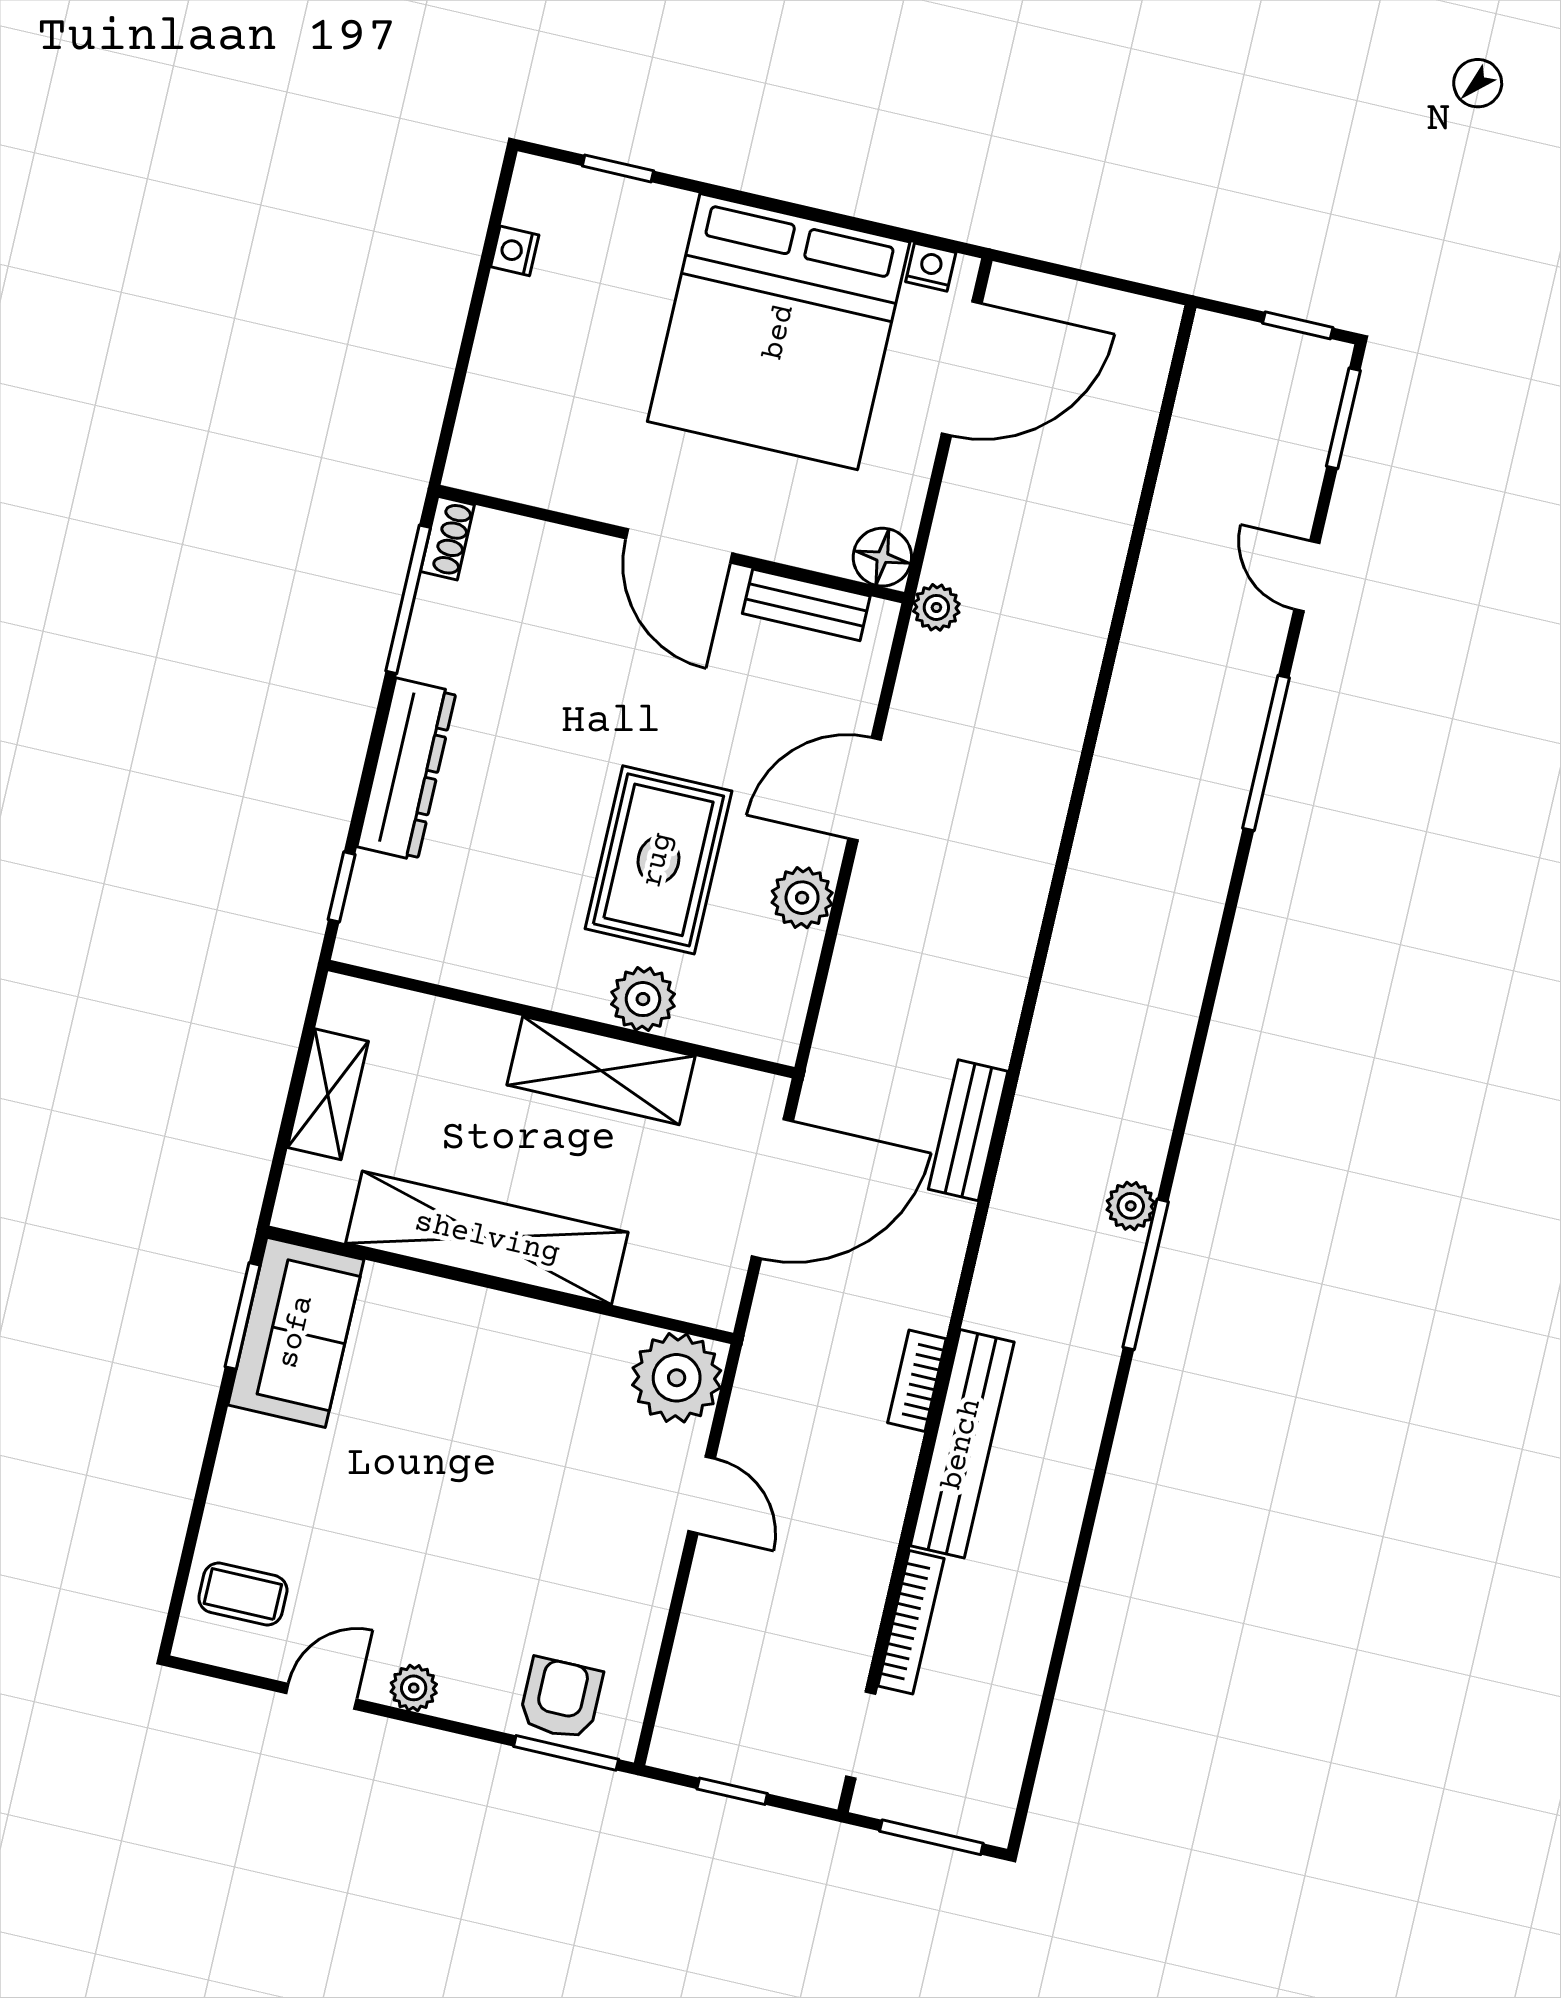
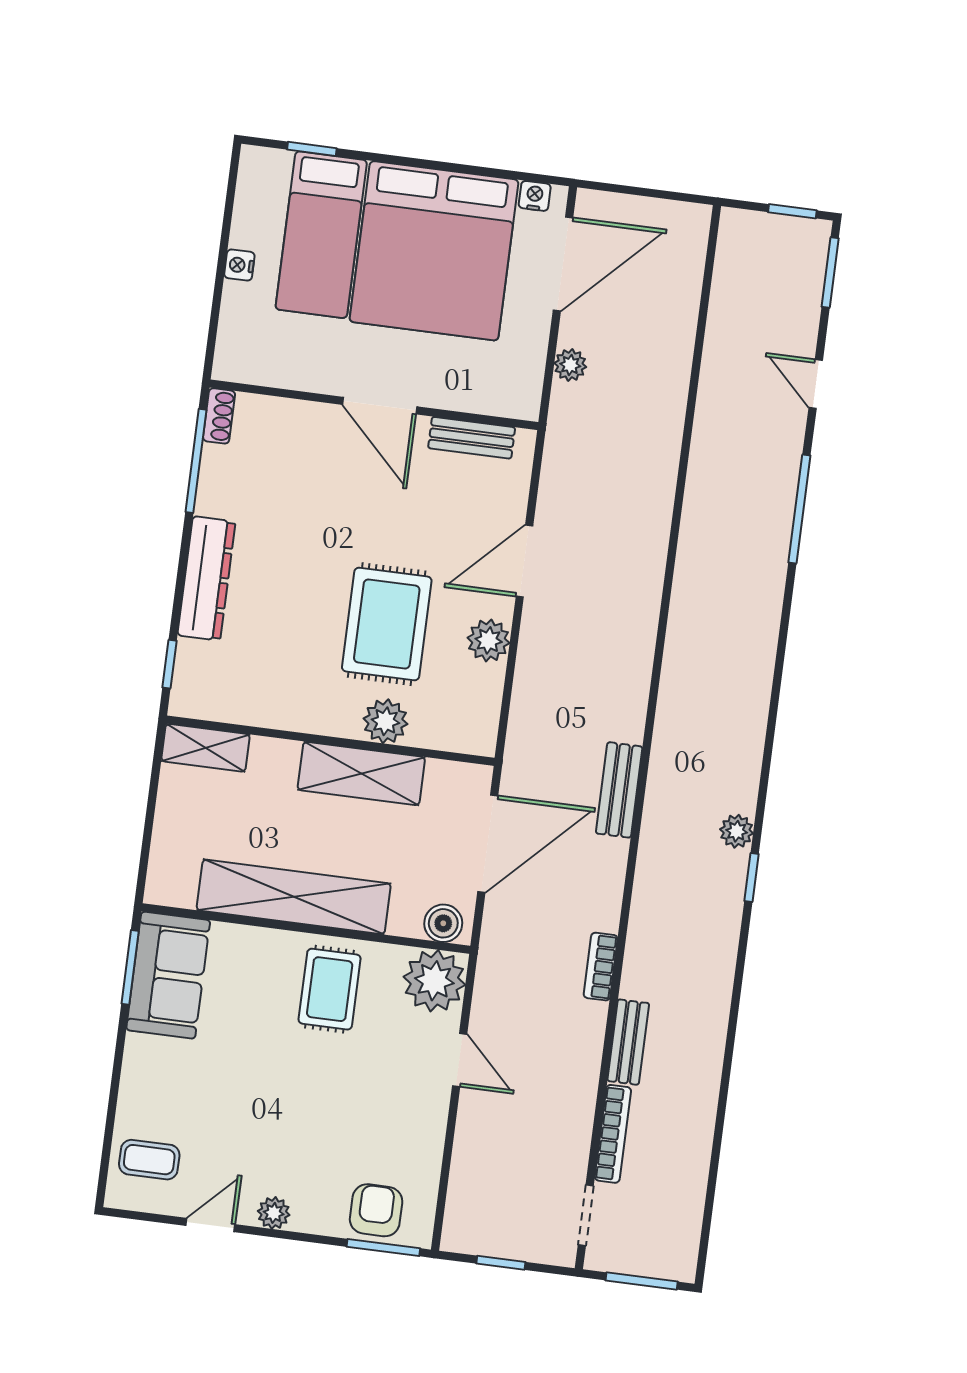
nightstand: (515, 251) -> (239, 265), moved
bed: (619, 293) -> (321, 235), added
floor lamp: (882, 557) -> (521, 400), removed
plant: (936, 607) -> (570, 365), moved
shelving: (328, 1094) -> (206, 748), moved, turned 90
window: (1146, 1274) -> (752, 878), width x0.46
boiler: (697, 1297) -> (443, 923), added
rug: (525, 1375) -> (330, 989), added
bench: (962, 1444) -> (628, 1042), width x0.54, depth x0.82

